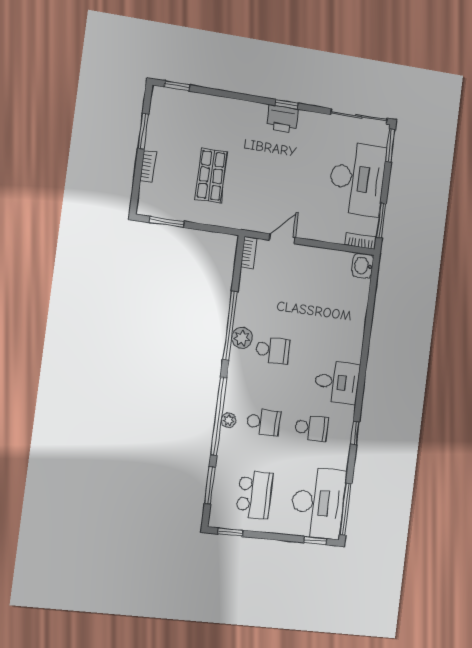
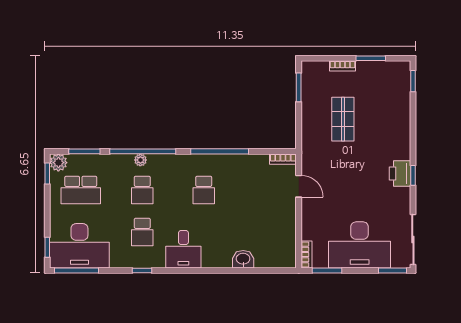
shop shelf: (211, 175) -> (343, 119), turned 90
washbasin: (363, 266) -> (243, 259), moved
plant: (242, 338) -> (58, 163), moved

